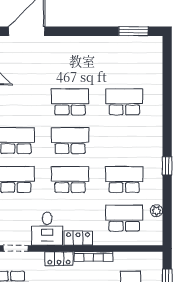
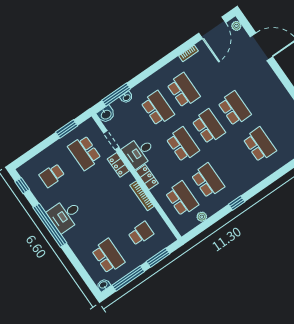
locker: (59, 259) -> (118, 165), moved

